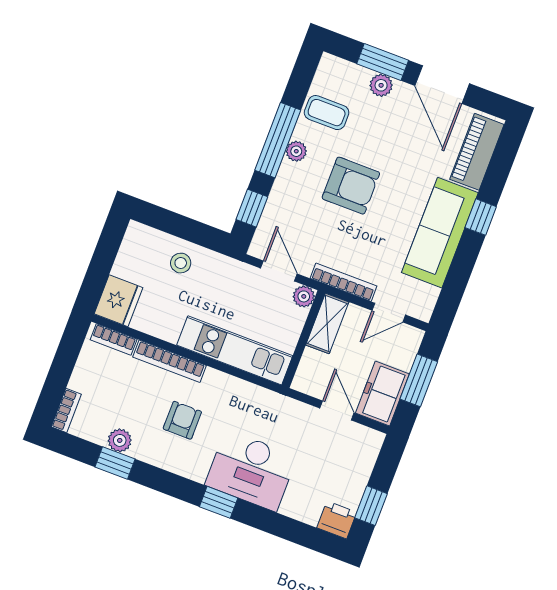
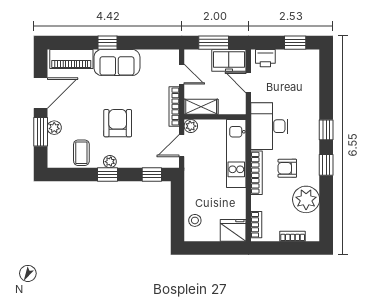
window: (278, 140) -> (108, 175), width x0.46
sofa: (440, 233) -> (117, 62), width x0.73
stool: (181, 263) -> (195, 220), moved
bookcase: (169, 361) -> (257, 173), moved
bookcase: (66, 410) -> (293, 236), moved
door: (337, 411) -> (248, 83), hinge flipped
plant: (120, 440) -> (306, 199), width x1.88, depth x1.88
window: (115, 463) -> (326, 165), moved
desk: (251, 470) -> (269, 126), moved, turned 180
printer: (337, 520) -> (265, 58), moved, turned -90

